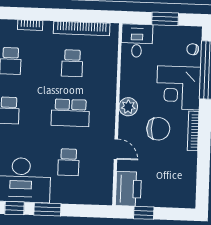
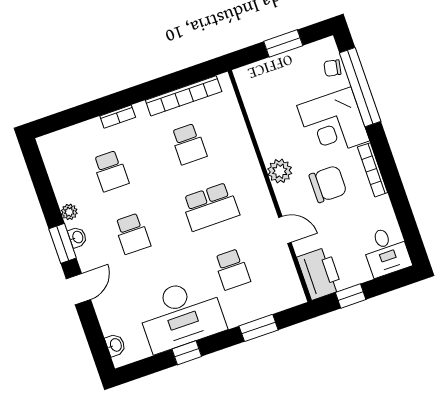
desk: (137, 41) -> (386, 251), moved, turned 180
window: (47, 209) -> (259, 328), moved

